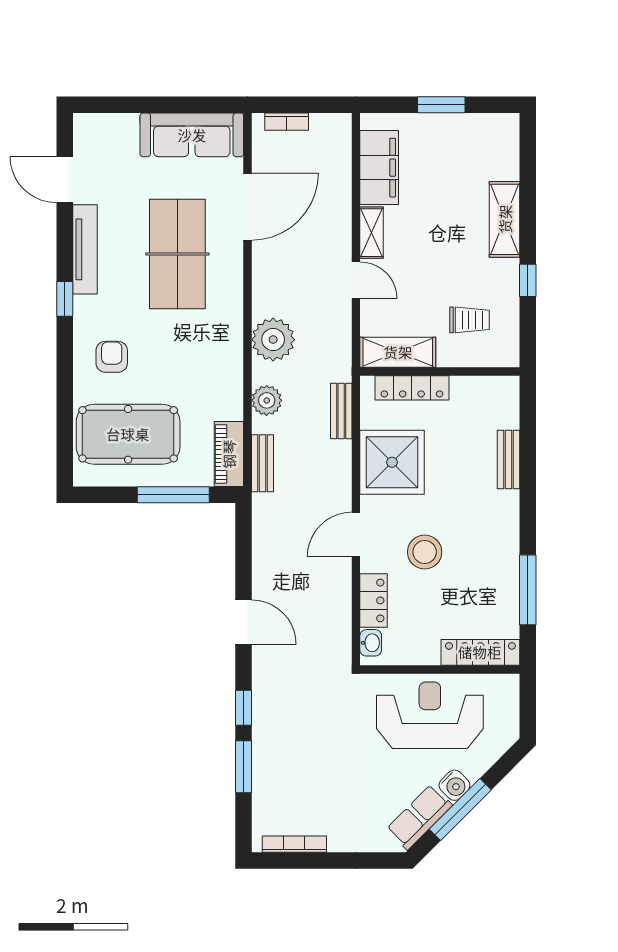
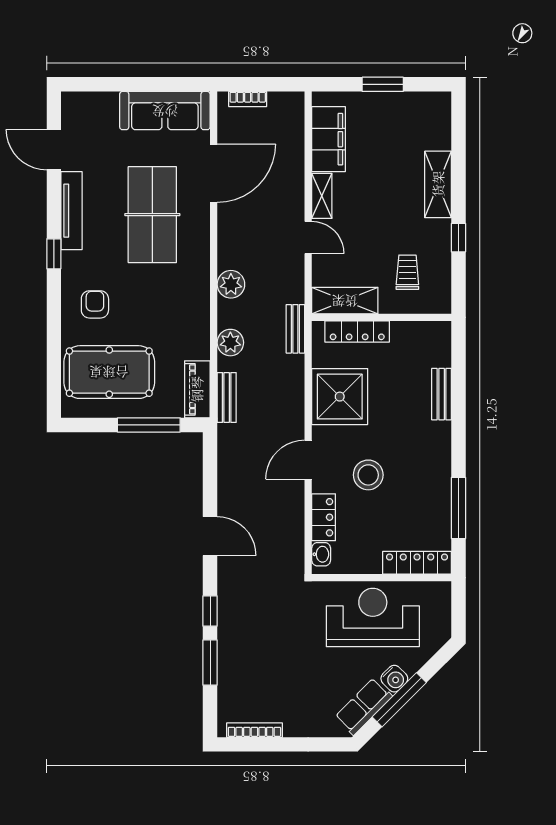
trolley: (469, 320) -> (407, 272), turned -90
plant: (273, 340) -> (231, 284), width x0.73, depth x0.73
bench: (341, 411) -> (295, 329), moved

